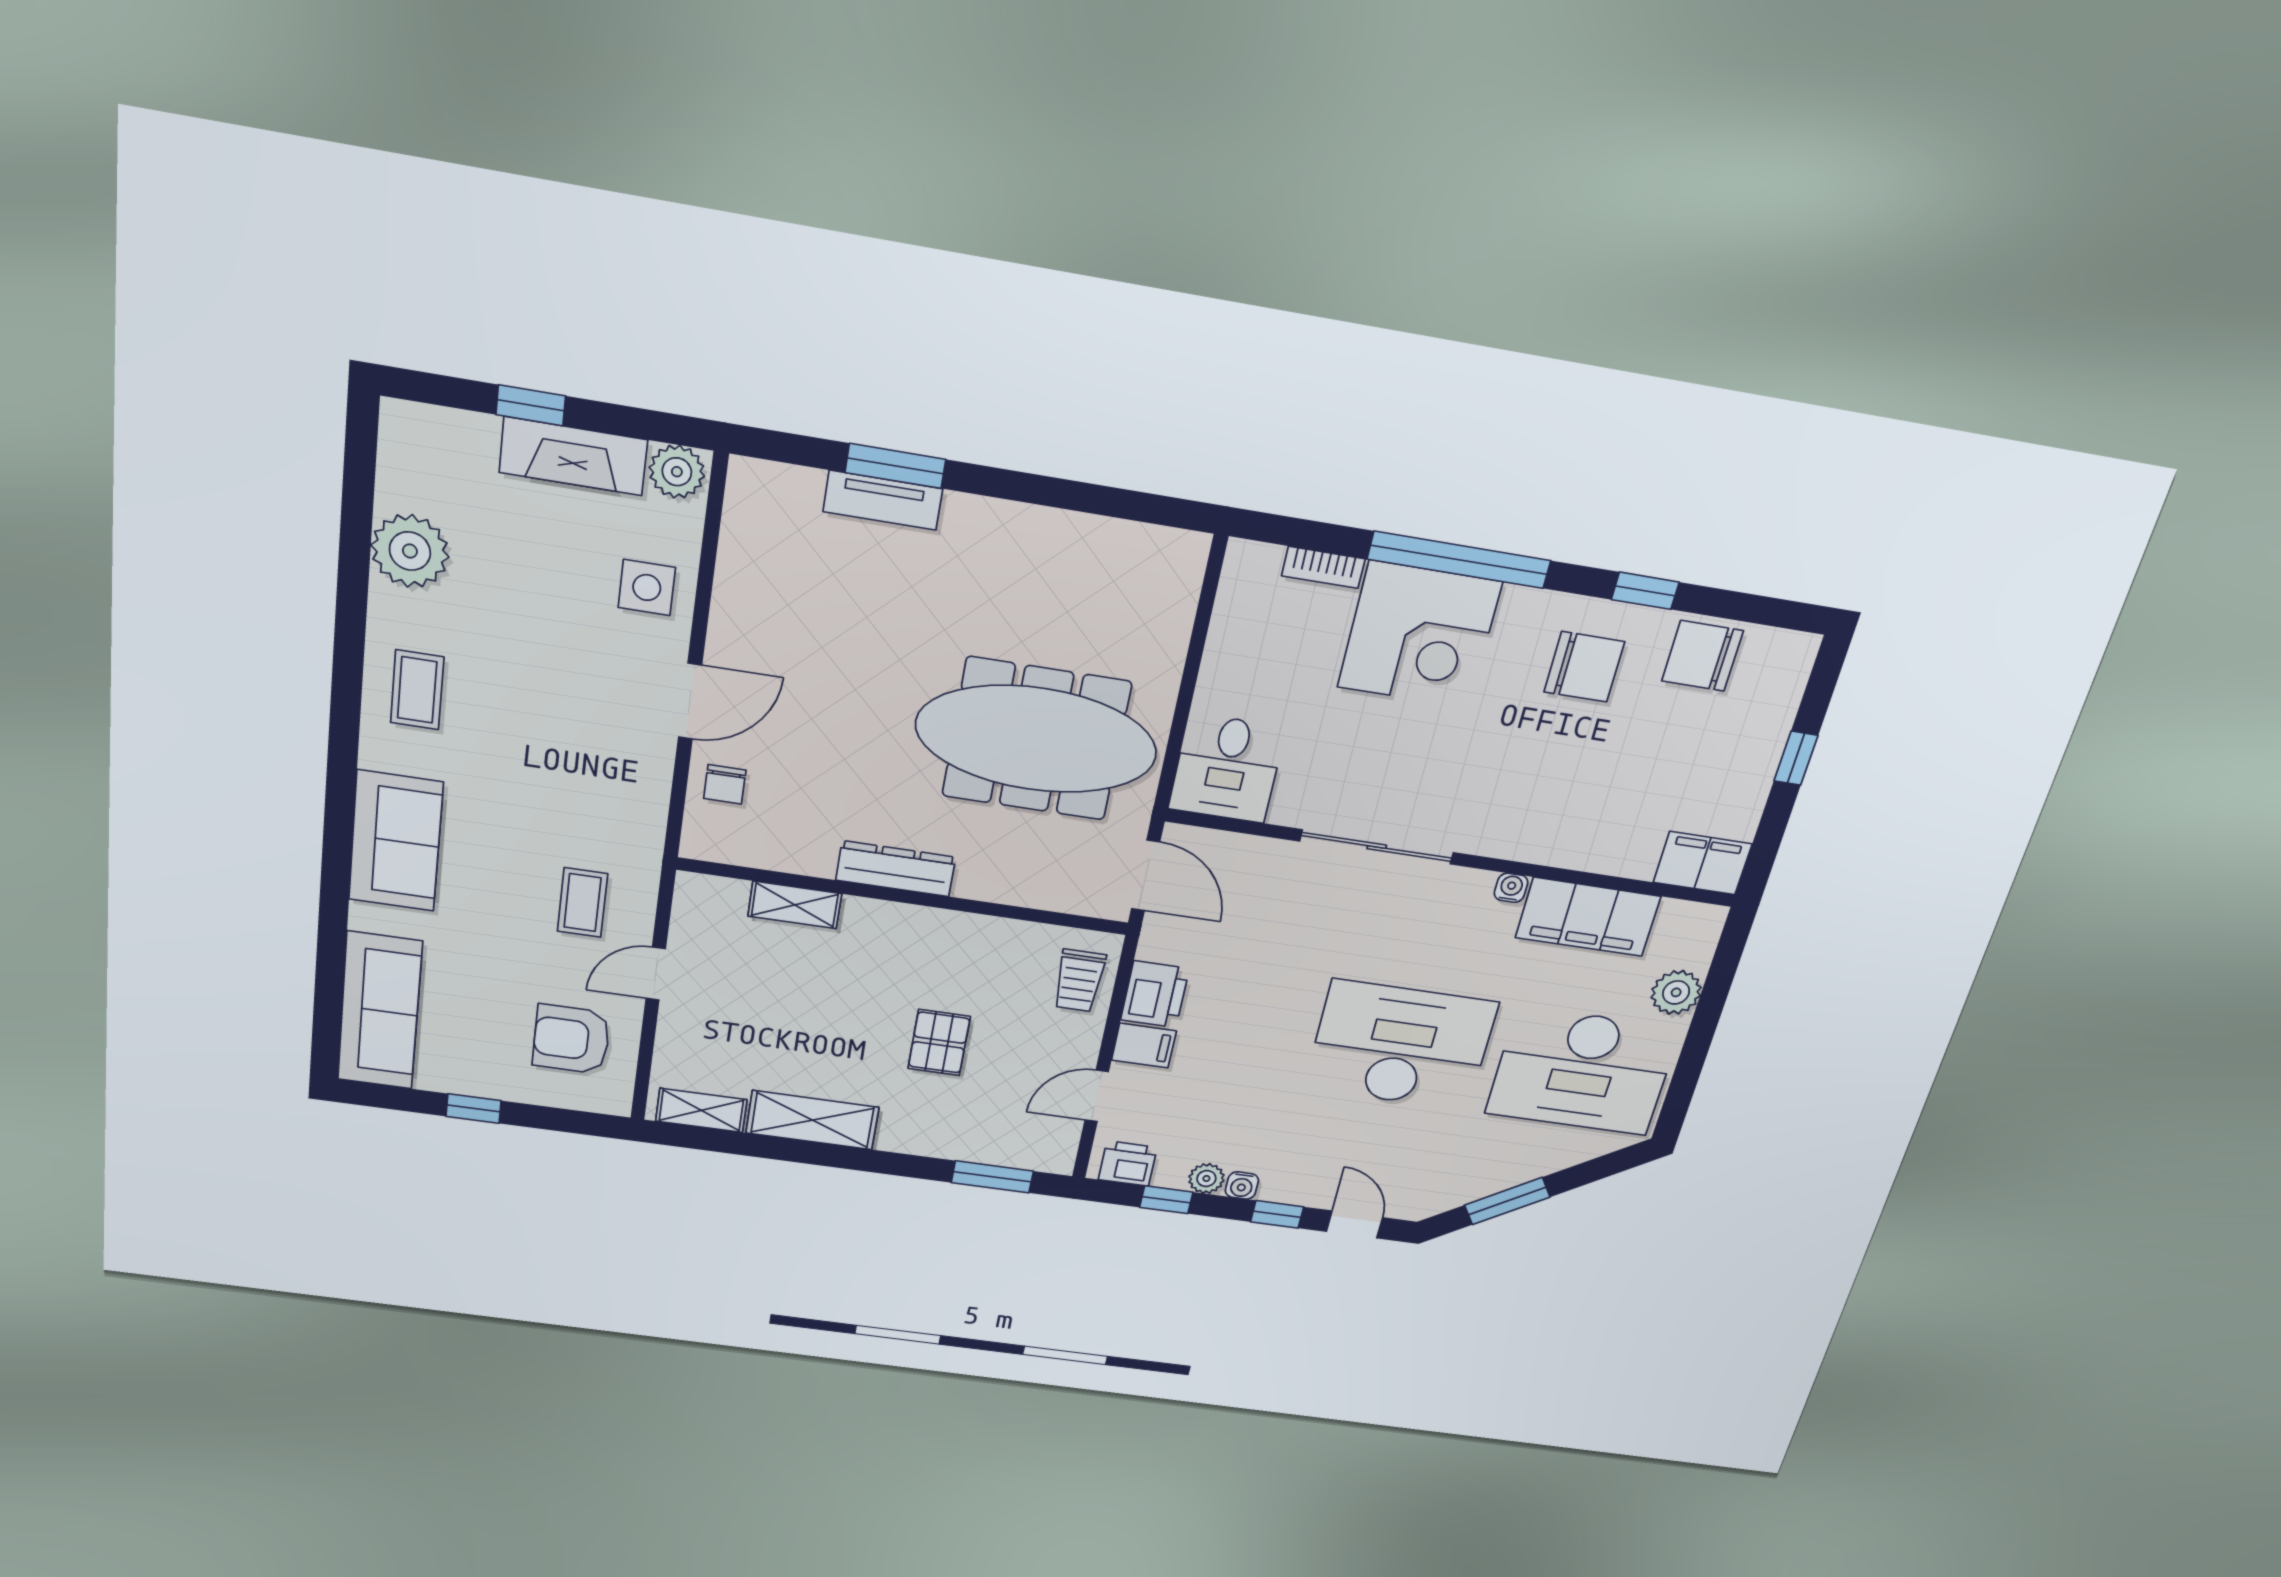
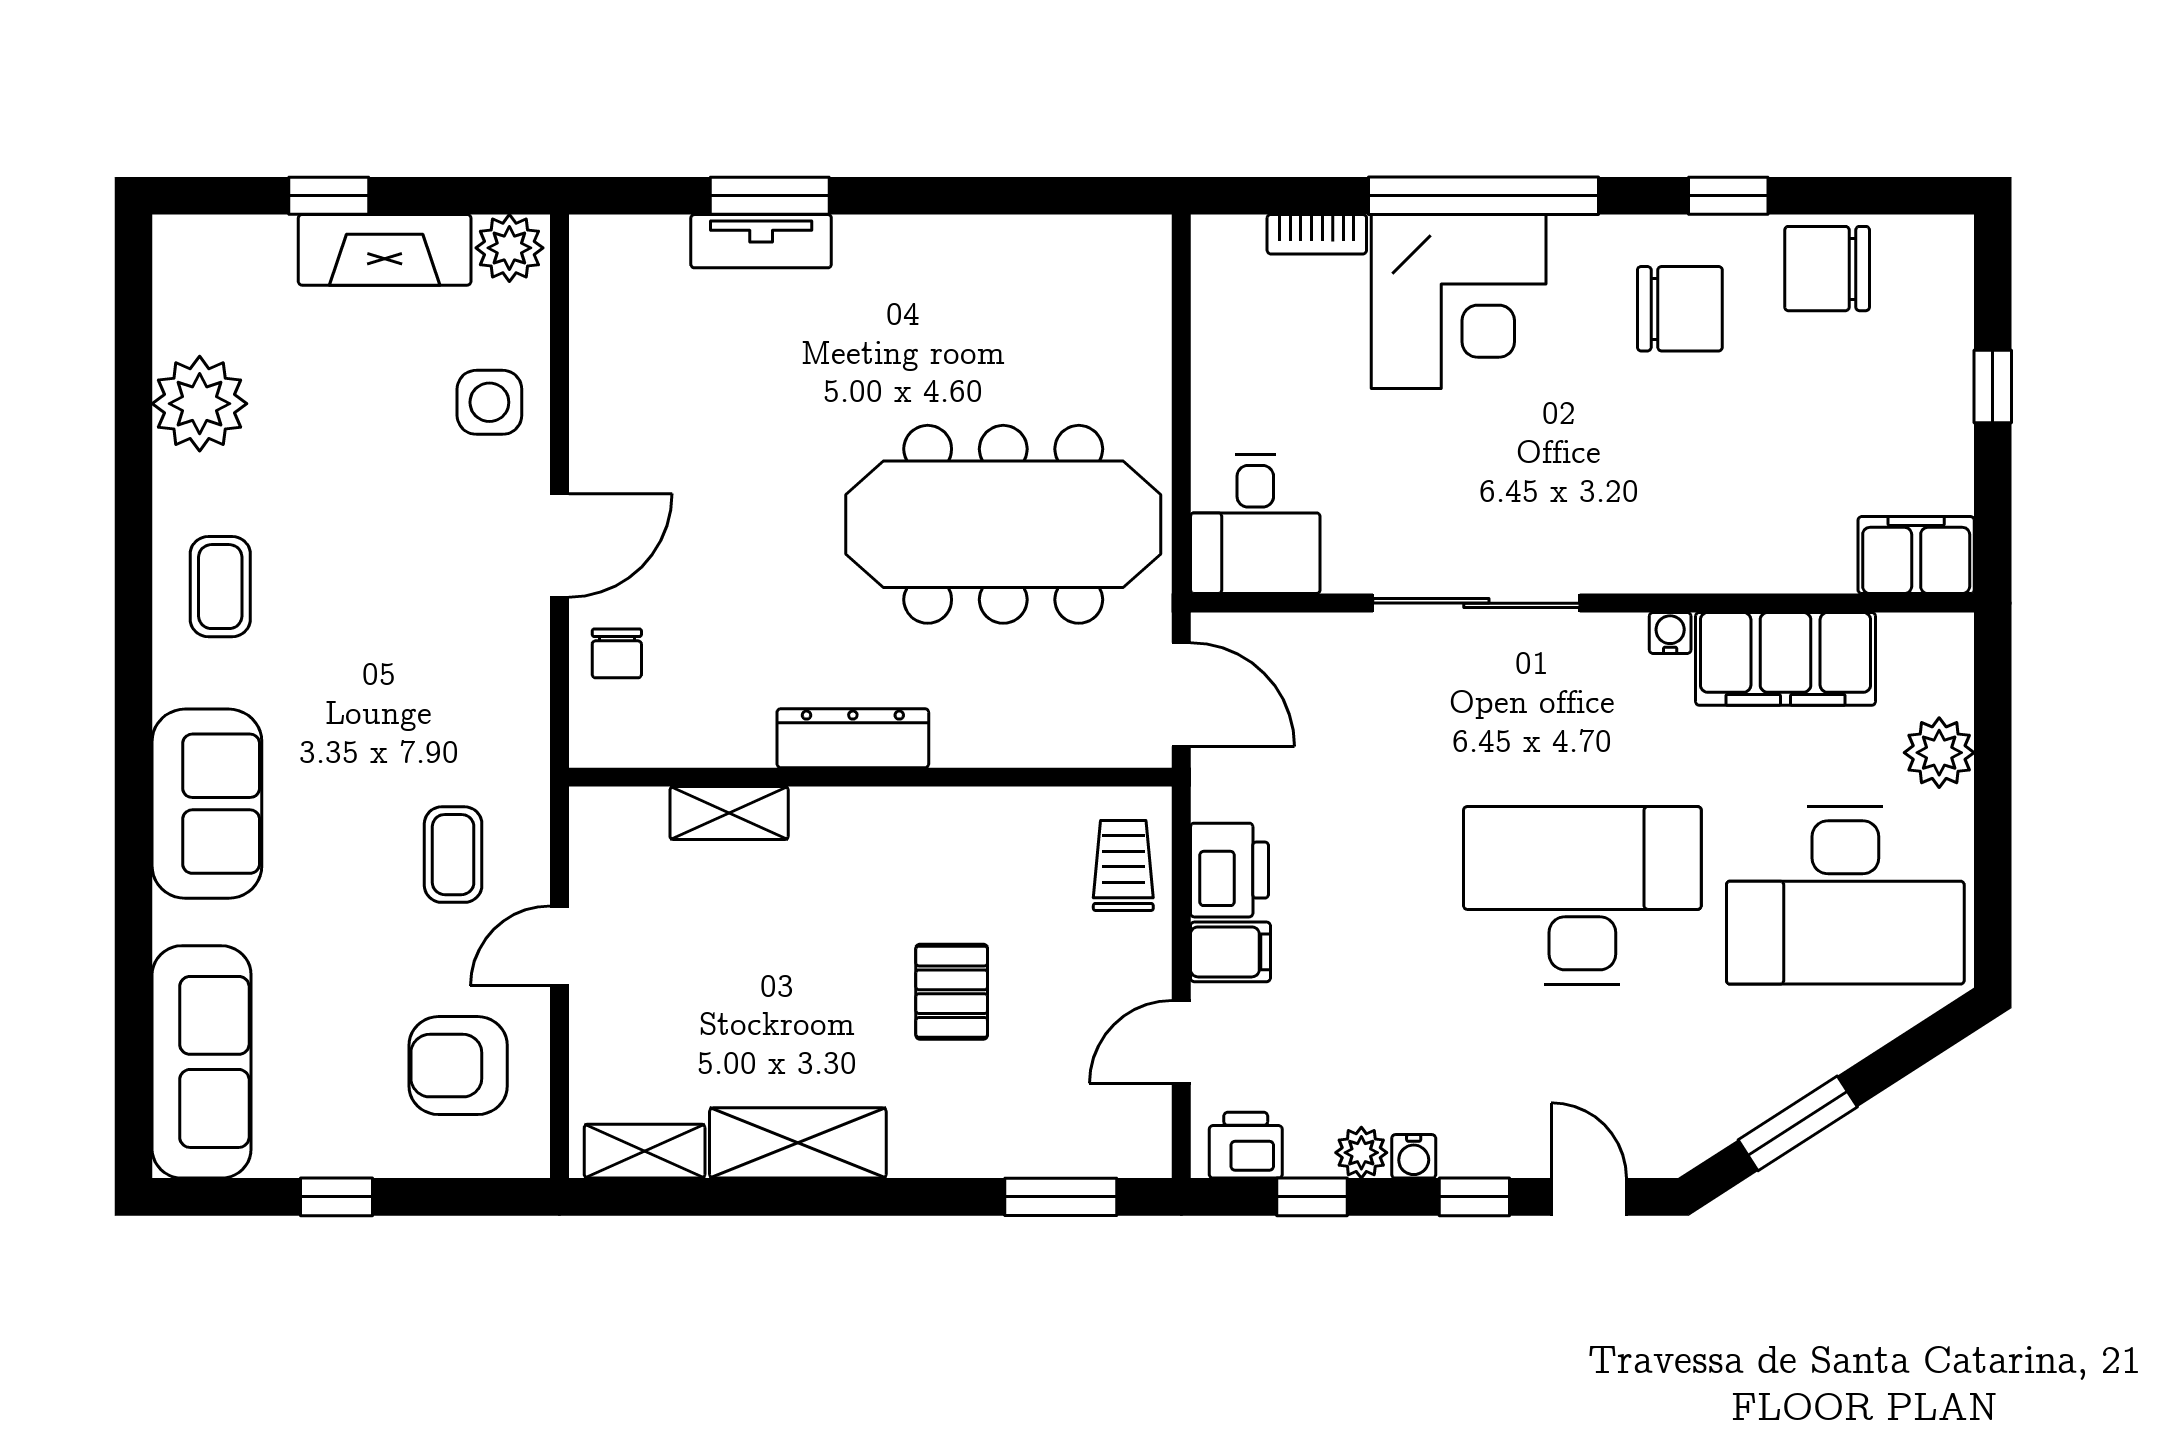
trolley: (1079, 980) -> (1123, 866), turned 180

